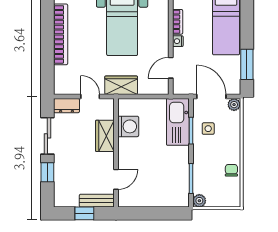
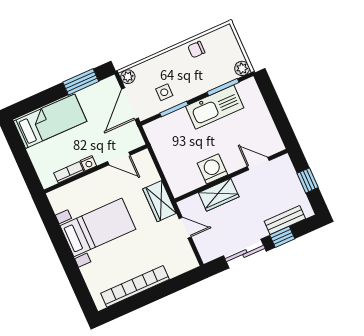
door: (90, 97) -> (185, 228), swing flipped
dresser: (67, 106) -> (205, 248), removed
kitchen sink: (178, 122) -> (215, 107), moved
washing machine: (128, 126) -> (212, 169), moved
bench: (97, 201) -> (285, 220), moved, turned 90

